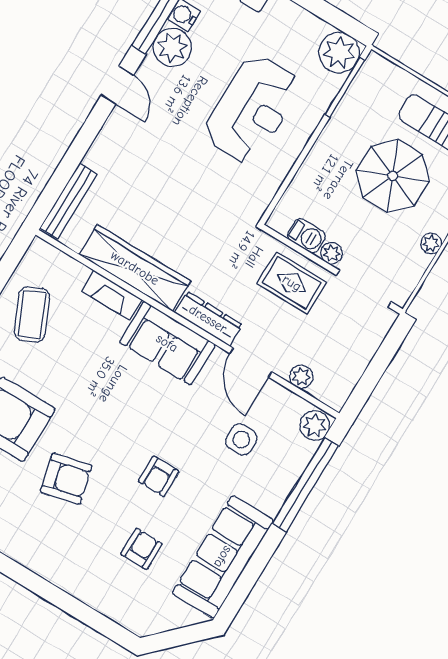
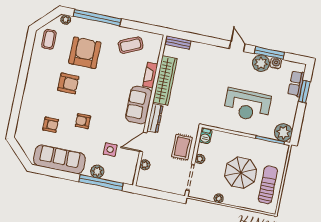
door: (117, 85) -> (237, 46), swing flipped
bench: (69, 201) -> (178, 43), width x0.73
barbecue: (306, 236) -> (206, 136), moved
plant: (315, 425) -> (97, 171), moved
armchair: (66, 479) -> (68, 83), turned -75

